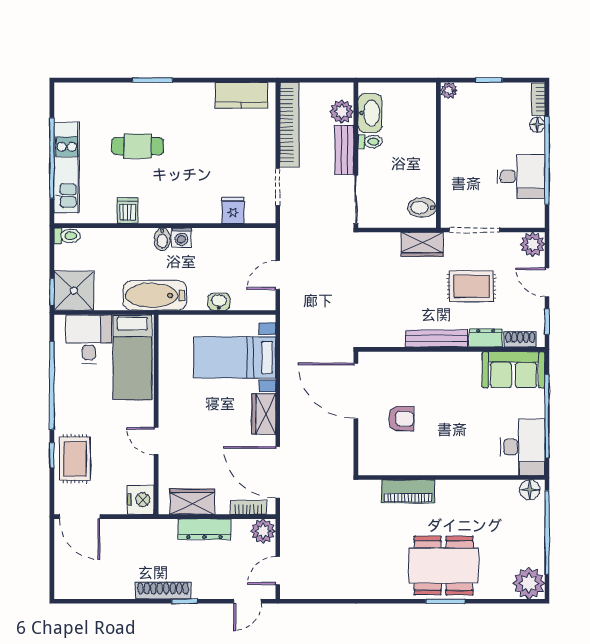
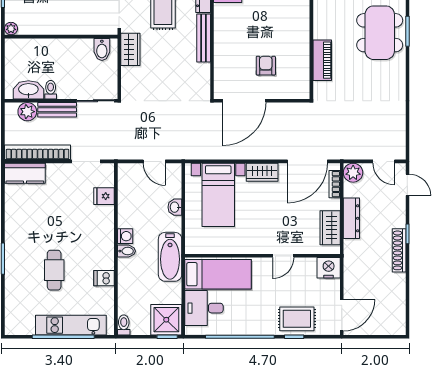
kitchen counter: (241, 95) -> (25, 173), moved, turned 90

